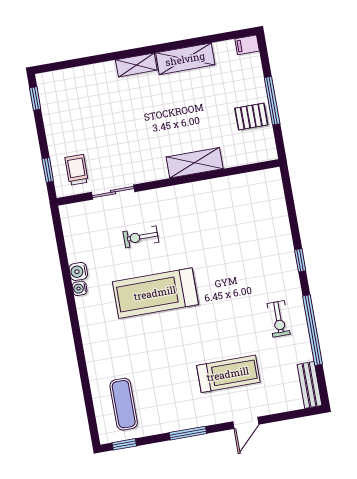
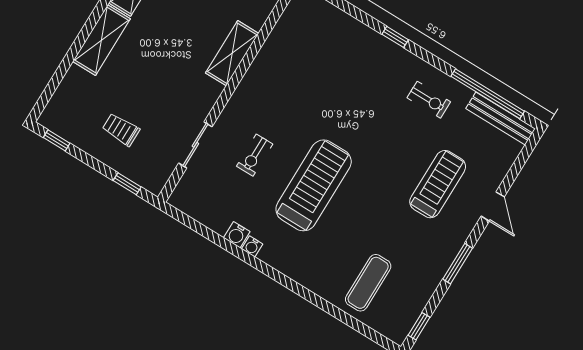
shelving: (136, 65) -> (102, 40), width x1.50, depth x1.33
trolley: (77, 170) -> (121, 130), moved
treadmill: (155, 293) -> (314, 185), turned 180
window: (312, 330) -> (488, 94), moved
bench: (310, 385) -> (501, 118), width x1.36
exercise mat: (124, 404) -> (368, 283), moved, turned 90

